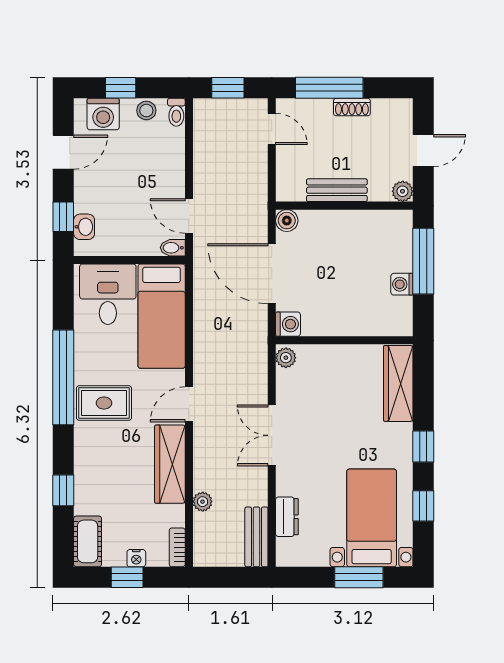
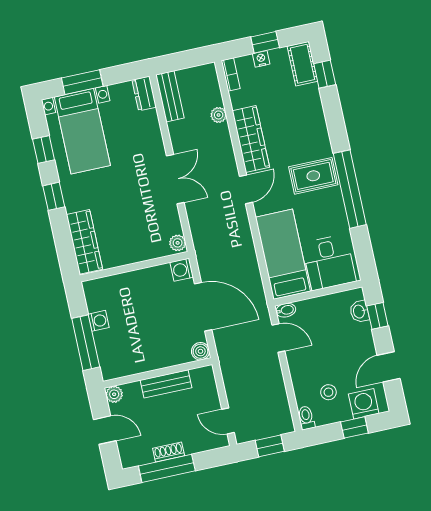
window: (329, 88) -> (167, 468), moved
stool: (146, 110) -> (328, 392), moved
door: (423, 150) -> (105, 430), swing flipped
window: (63, 490) -> (325, 74), moved
dresser: (287, 517) -> (144, 94), moved

